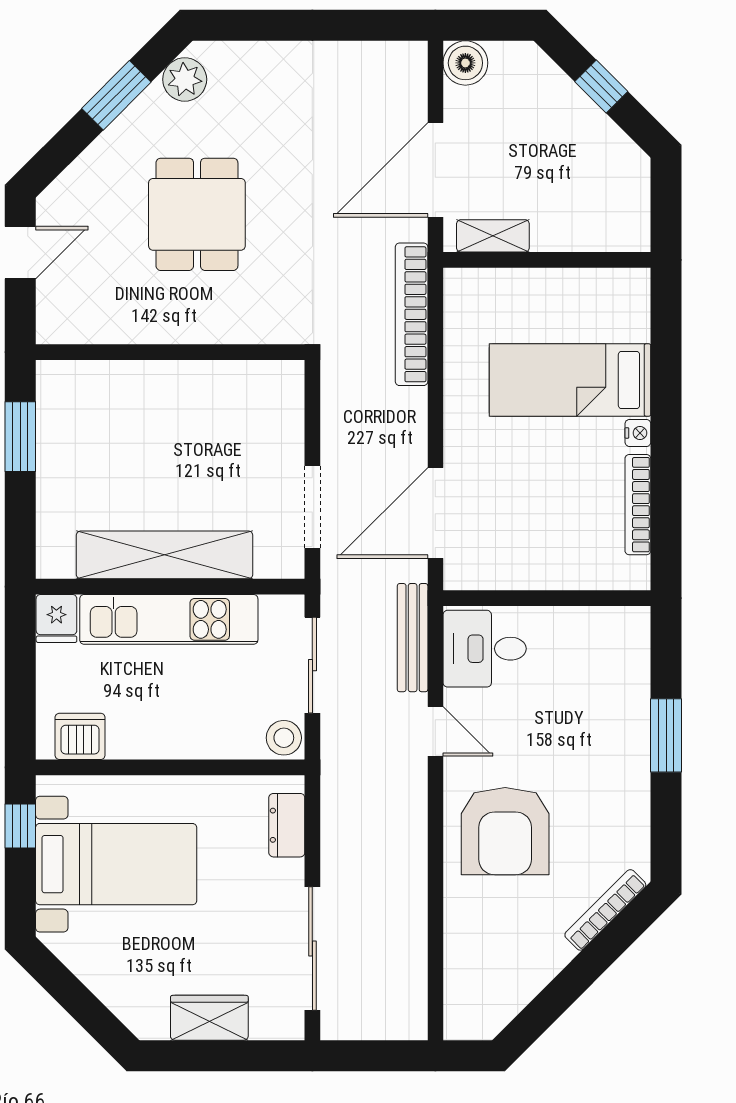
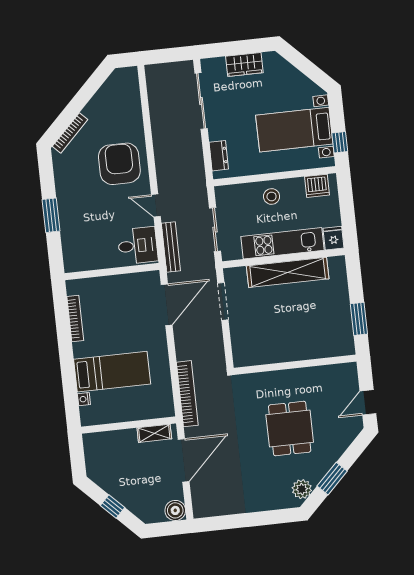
nightstand: (638, 433) -> (84, 399), moved
stool: (284, 738) -> (272, 196), moved

